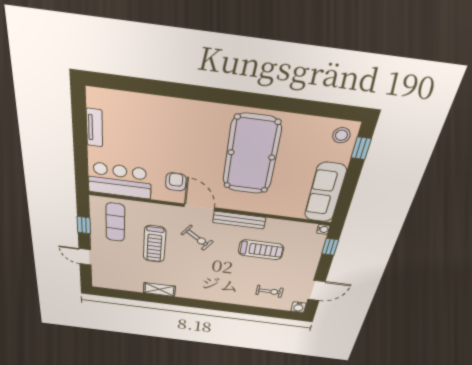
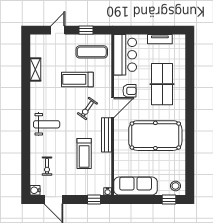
table tennis table: (169, 134) -> (162, 84), added
weight bench: (213, 285) -> (47, 124), added
shelving: (159, 289) -> (35, 69), moved

